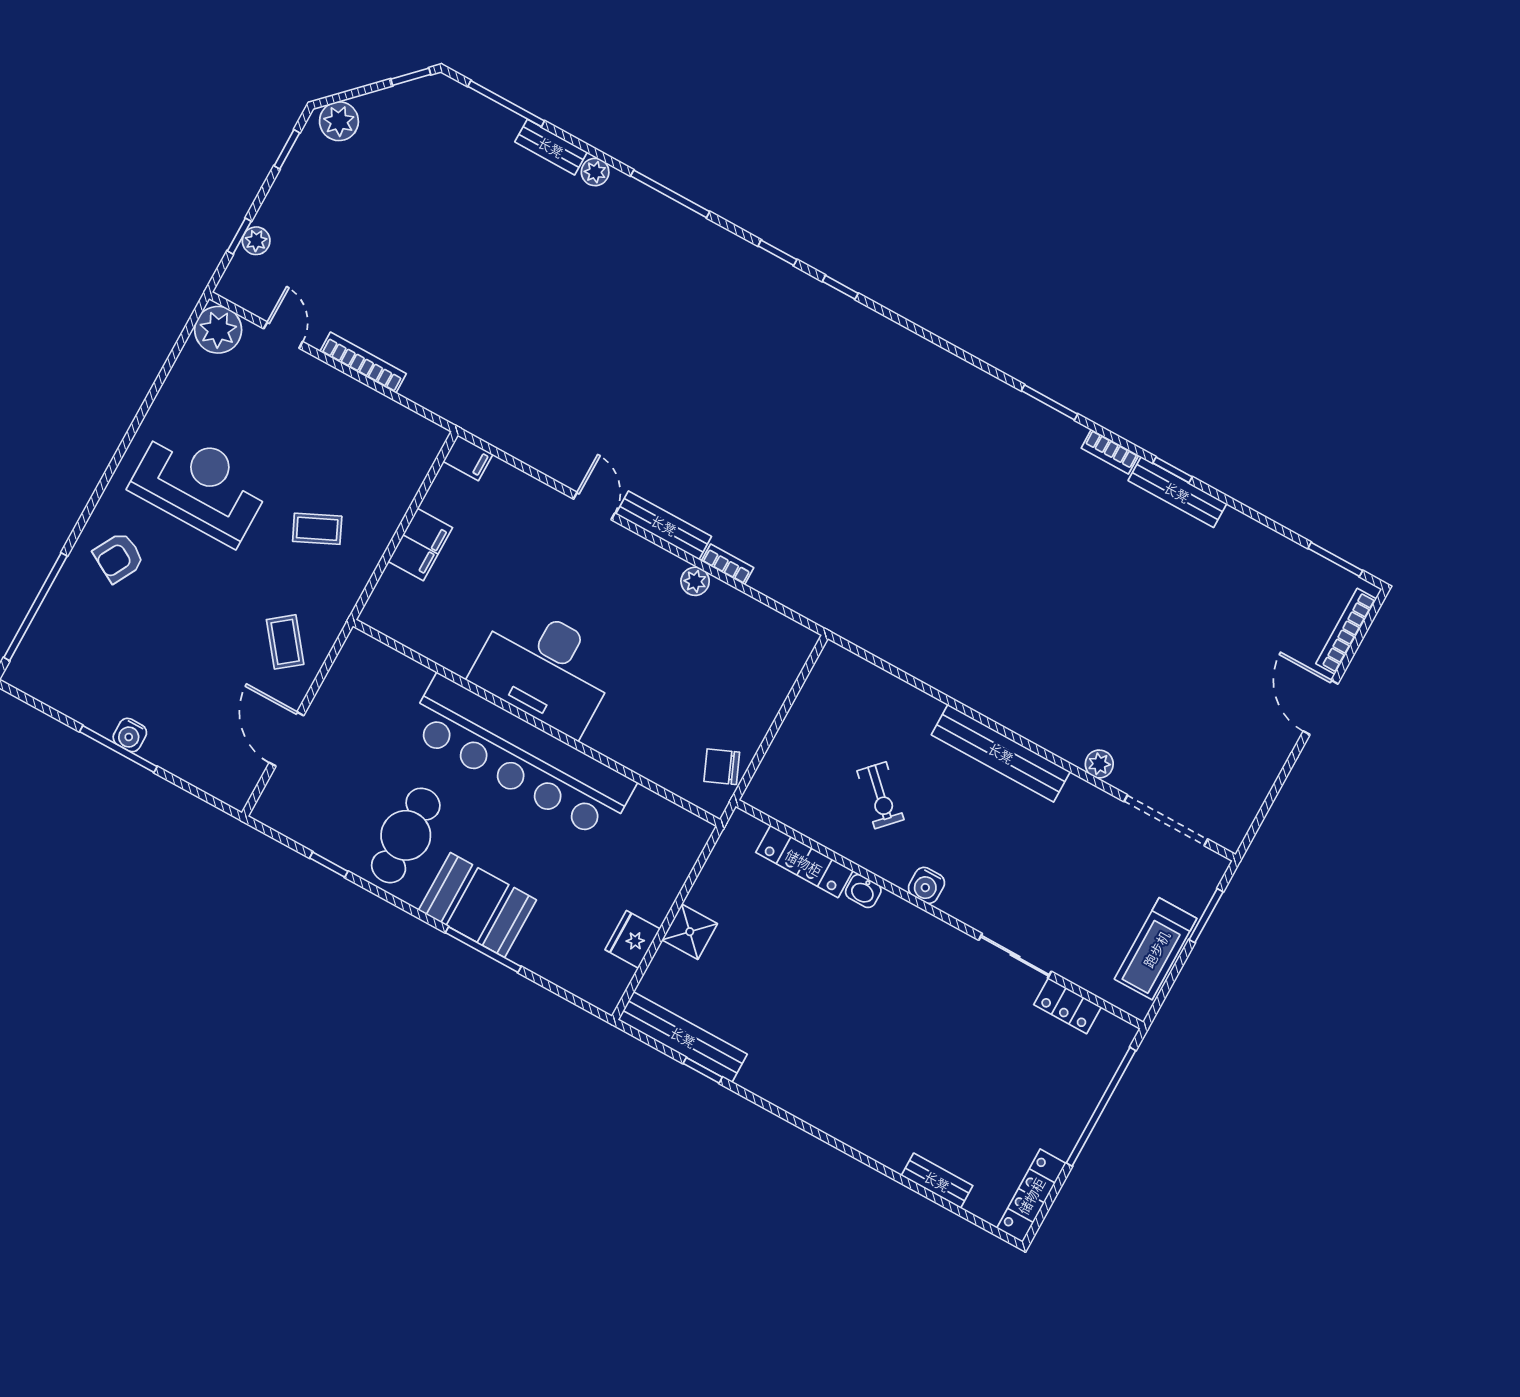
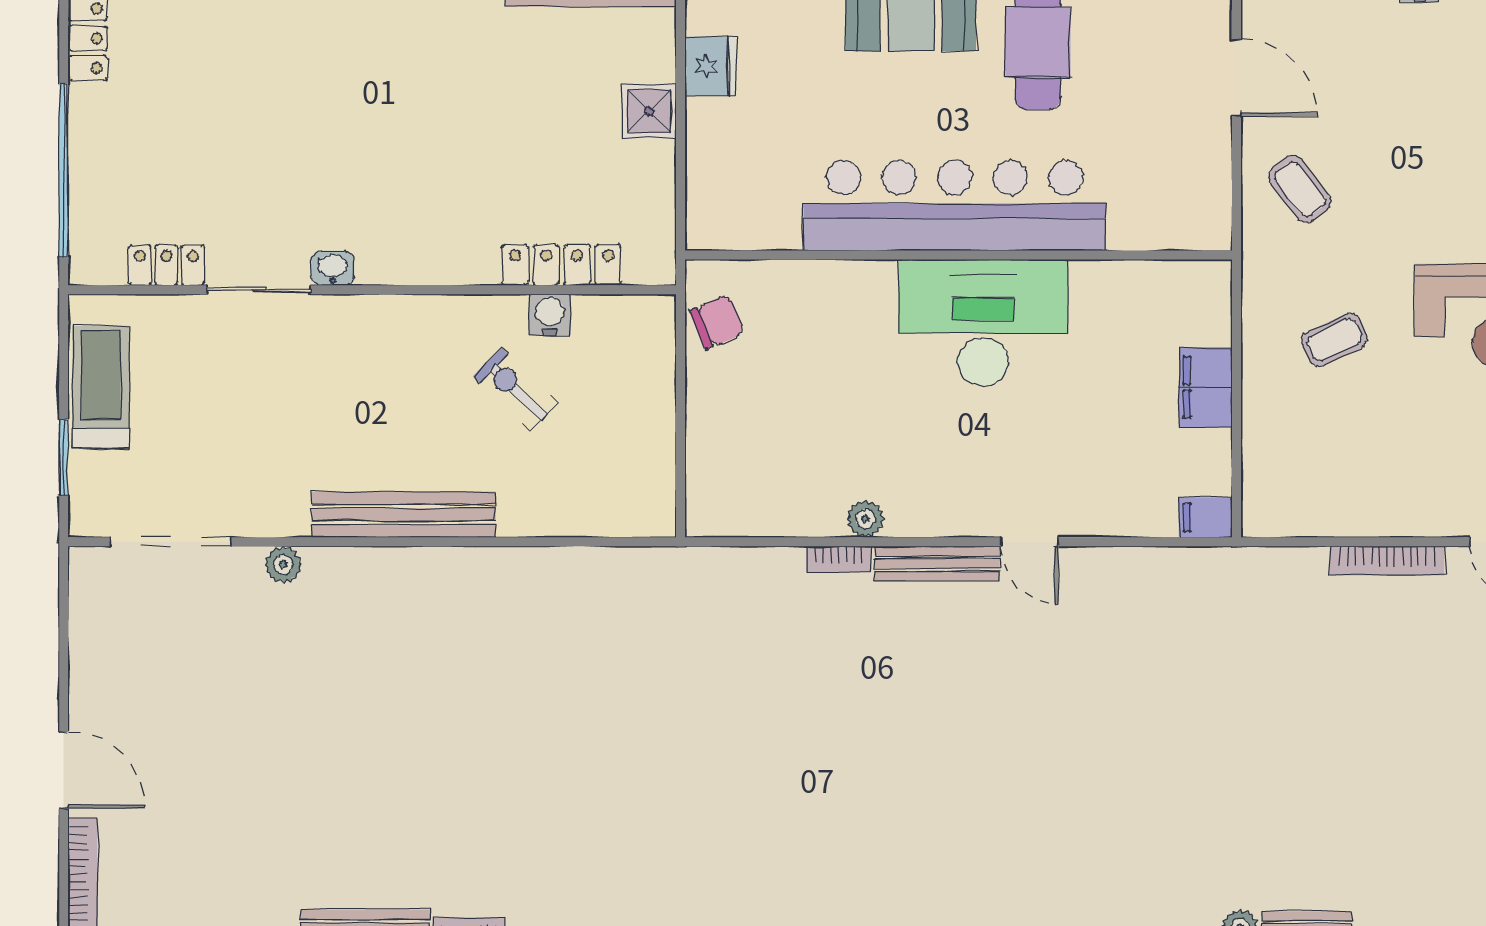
water cooler: (926, 885) -> (550, 315), moved
washbasin: (863, 891) -> (333, 268), moved

